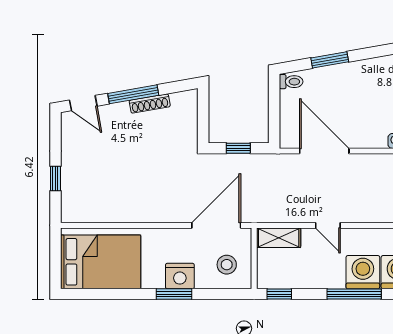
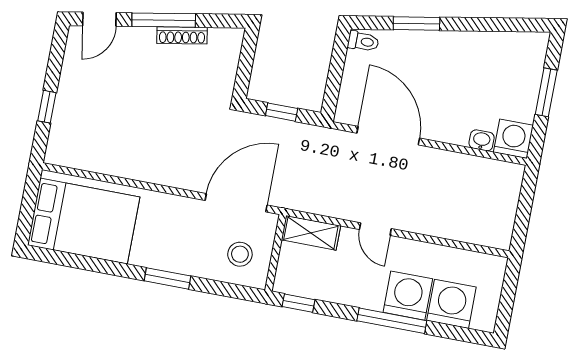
door: (83, 103) -> (99, 19), hinge flipped
nightstand: (180, 276) -> (179, 257), removed

